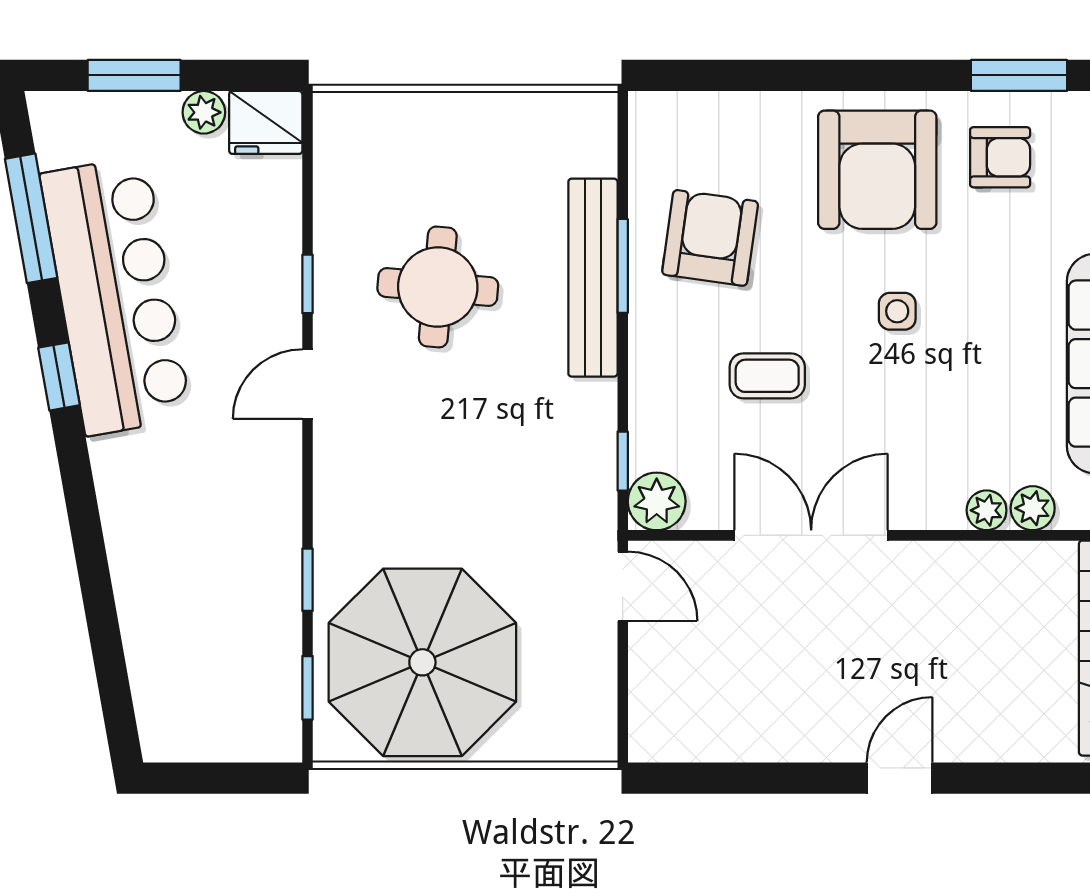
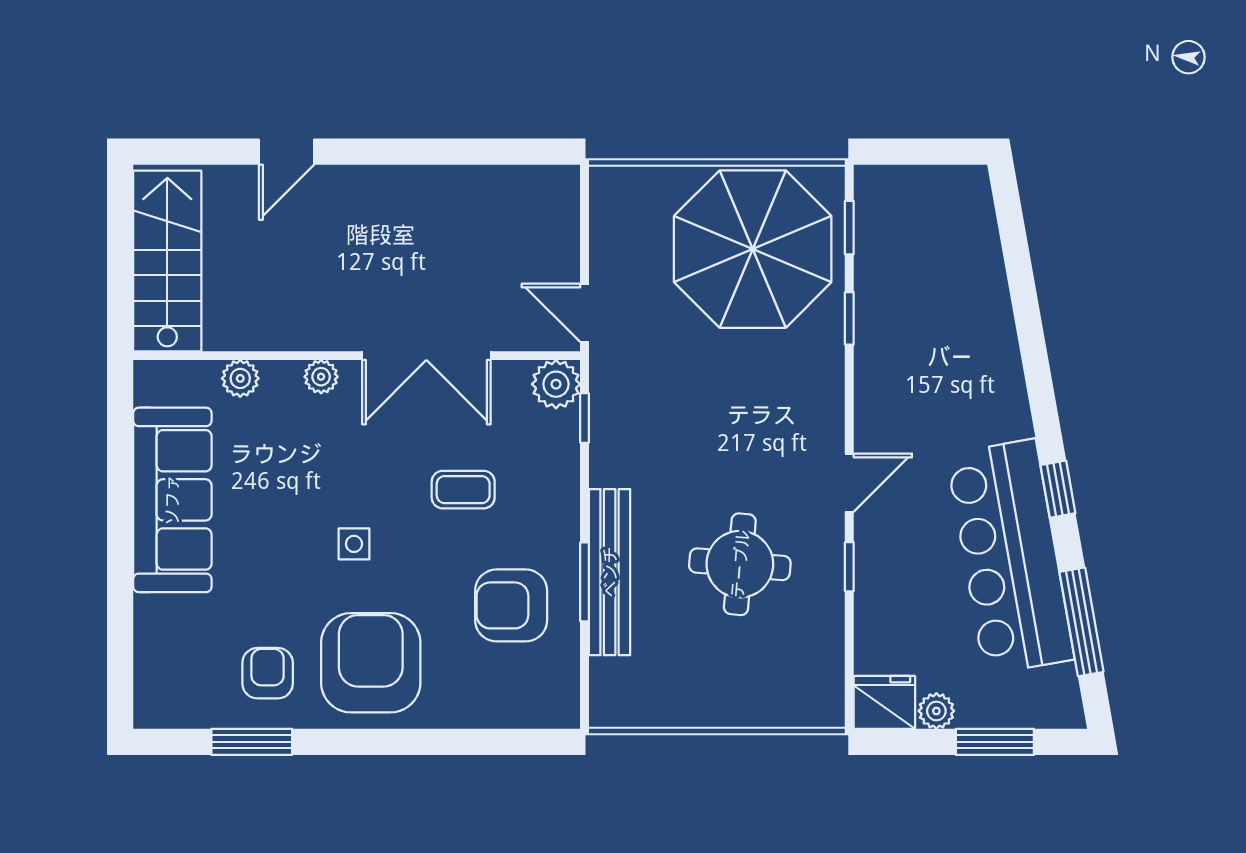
armchair: (1000, 157) -> (268, 673), turned 90
armchair: (710, 238) -> (511, 605), turned 82
plant: (987, 510) -> (321, 377), moved
door: (900, 778) -> (287, 152), moved

